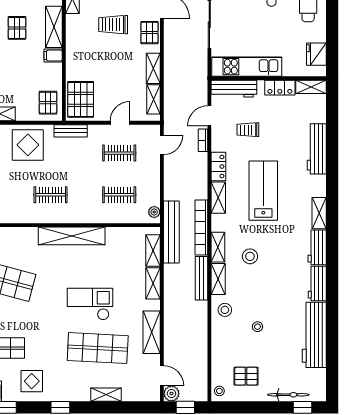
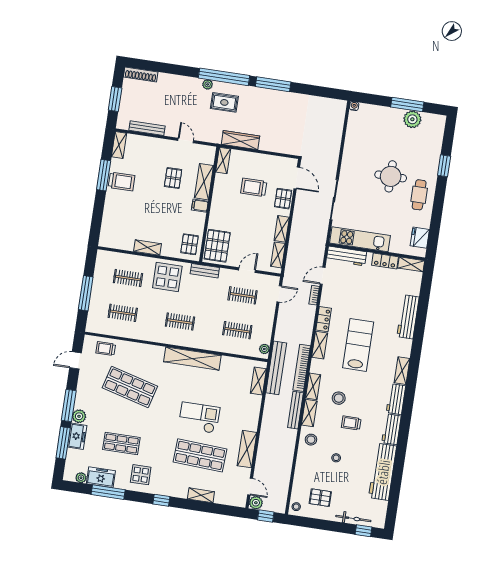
trolley: (248, 130) -> (351, 423), moved
shelving: (153, 283) -> (254, 408), removed

